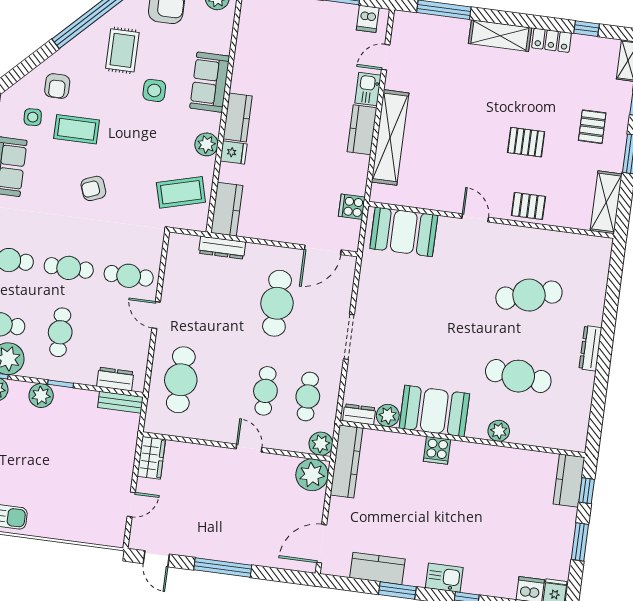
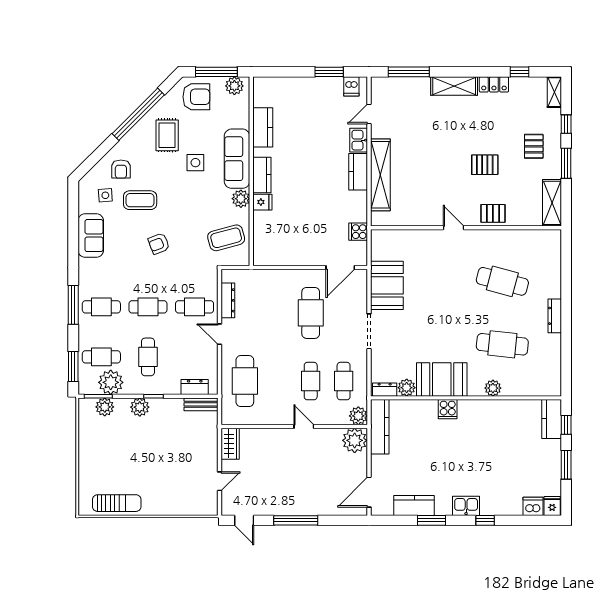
sofa: (210, 82) -> (237, 159), width x1.36
kitchen counter: (227, 209) -> (263, 127), moved
booth: (404, 232) -> (387, 285), moved, turned 90
dresser: (222, 248) -> (228, 300), moved, turned -90
cafe table: (529, 295) -> (502, 281), turned 30

